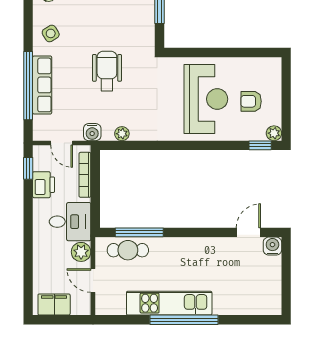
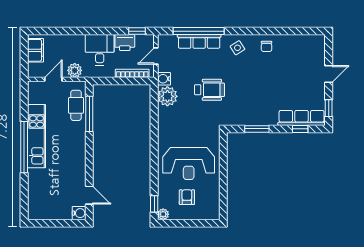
plant: (122, 134) -> (167, 96), width x1.88, depth x1.88
desk: (70, 222) -> (100, 50), moved, turned 180

